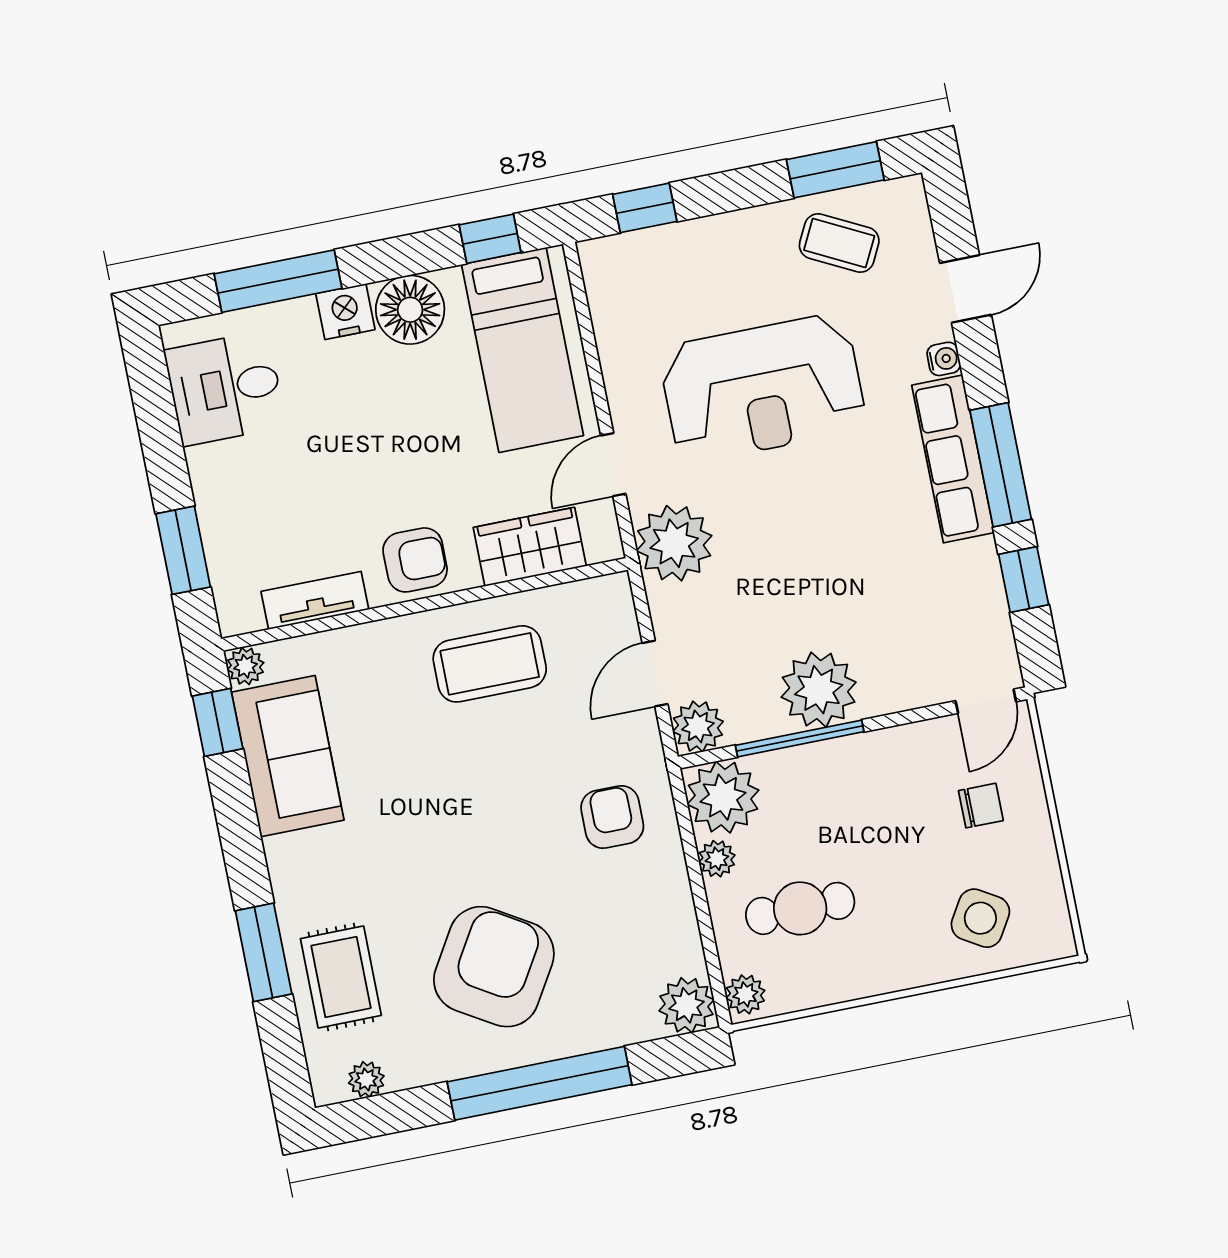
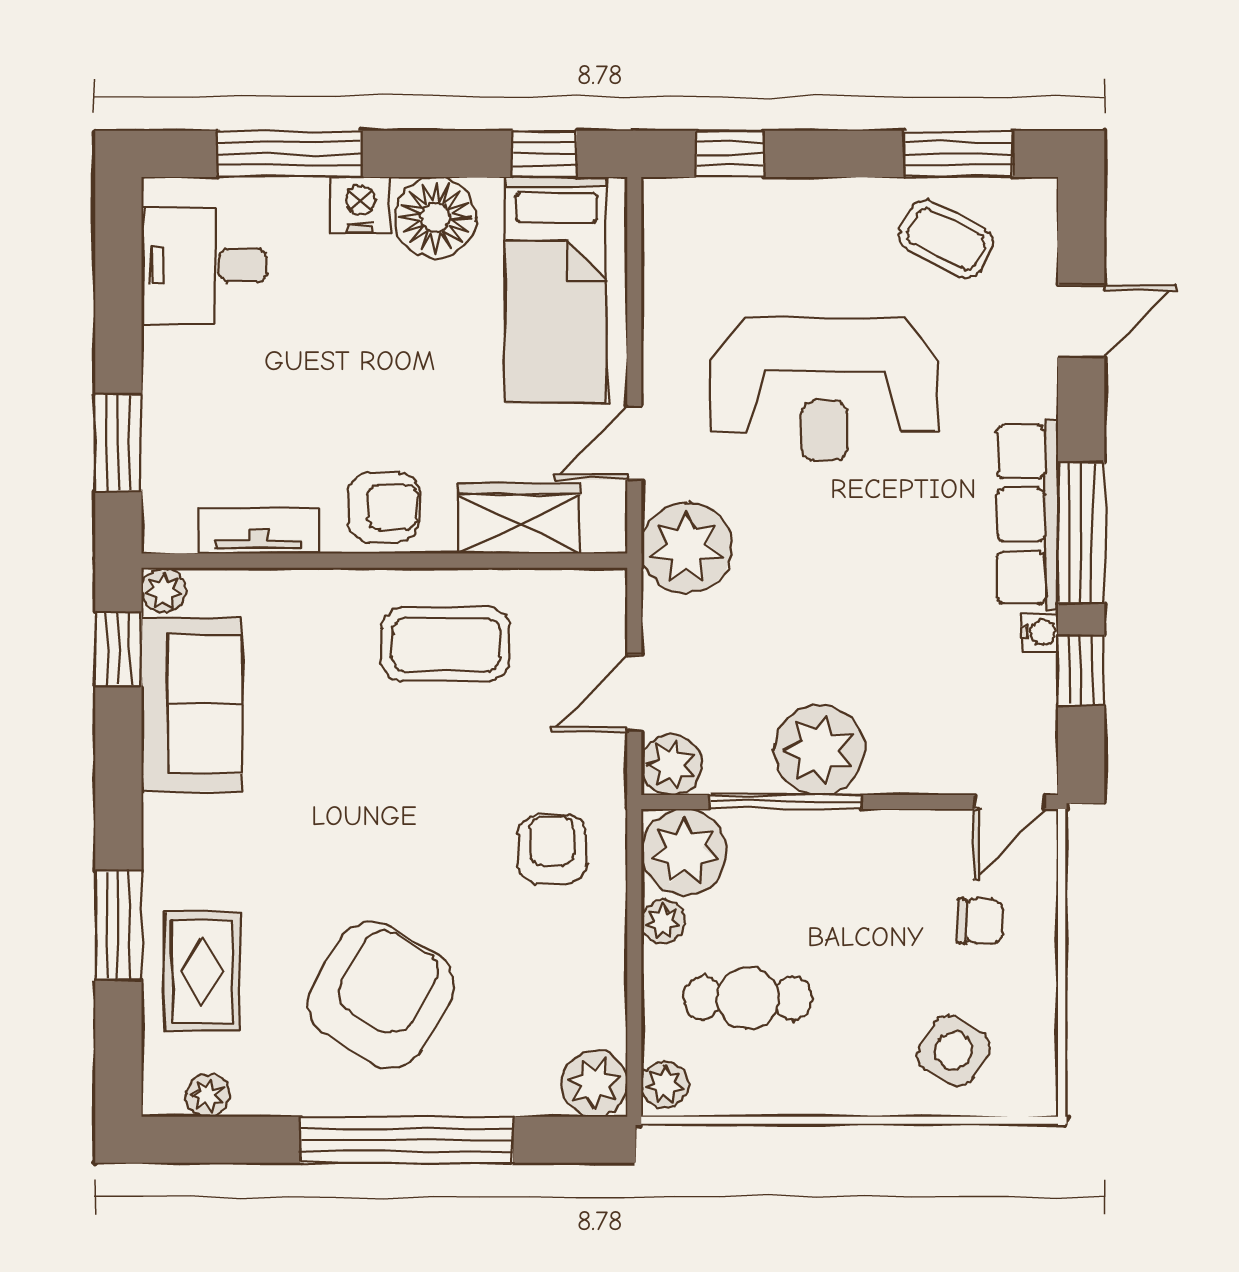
water cooler: (944, 359) -> (1040, 632), moved

